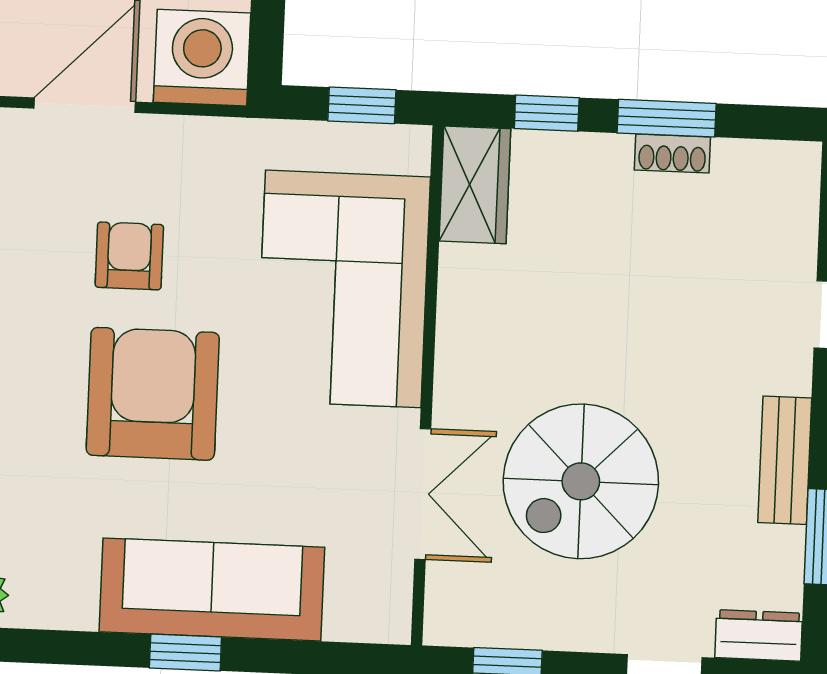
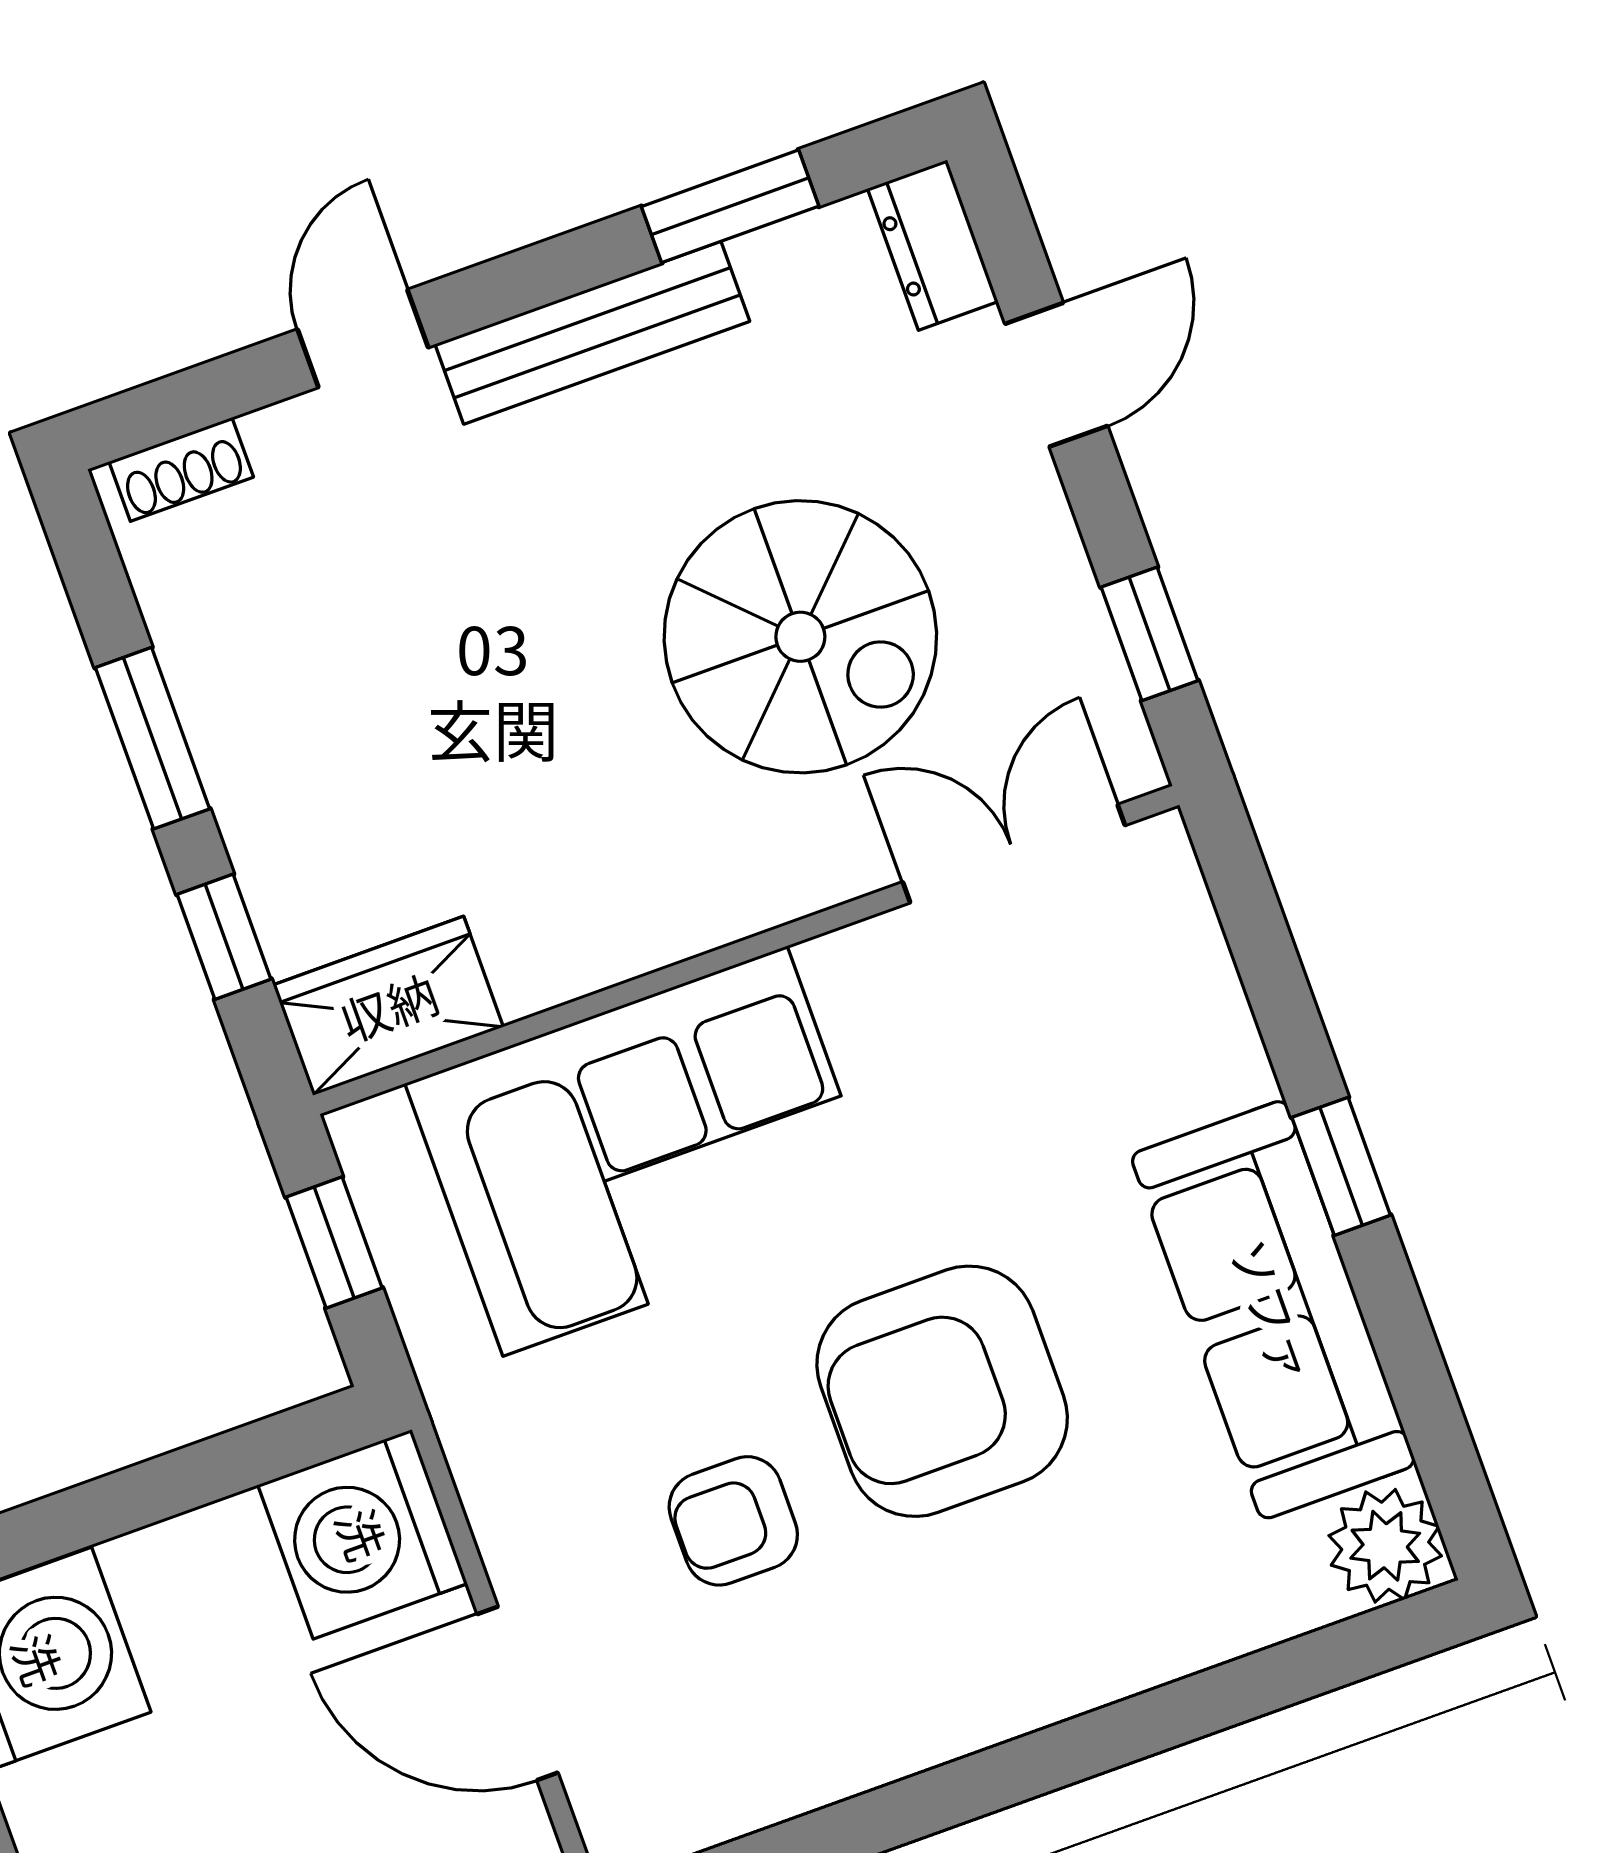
shoe rack: (672, 153) -> (181, 469), moved, turned 90
bench: (785, 460) -> (592, 333), width x1.36
double door: (423, 494) -> (1014, 854), moved
sofa: (212, 589) -> (1273, 1310), moved

